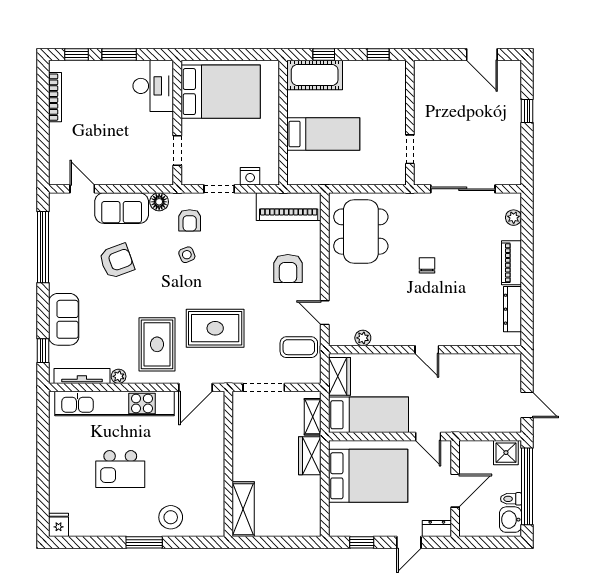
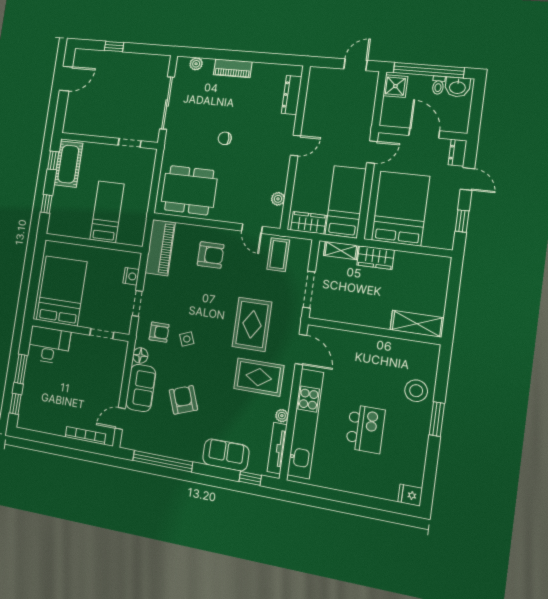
cot: (315, 75) -> (68, 164), moved
bookcase: (55, 97) -> (85, 435), moved
dresser: (512, 309) -> (292, 95), moved, turned 90
door: (325, 313) -> (252, 229), hinge flipped

